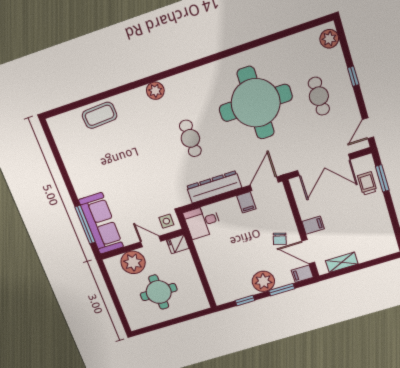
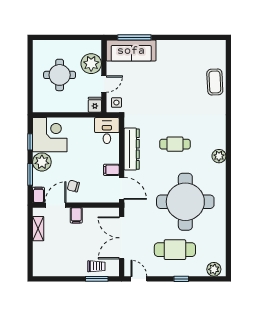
plant: (155, 91) -> (219, 156), moved
cafe table: (319, 96) -> (175, 250), width x1.37, depth x1.35
corner desk: (229, 282) -> (50, 135), added

